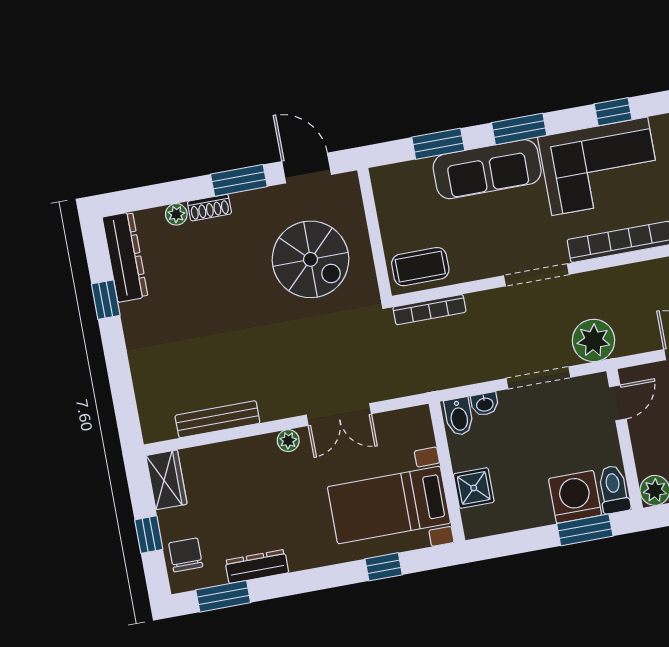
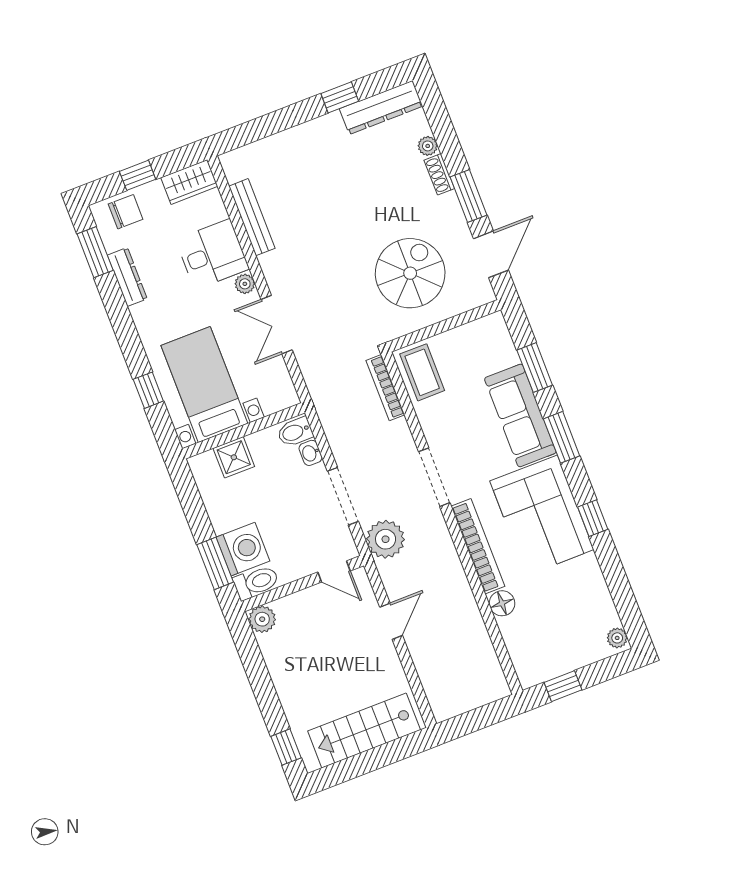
spiral stairs: (311, 259) -> (410, 273), turned 180
desk: (249, 470) -> (212, 254), added

